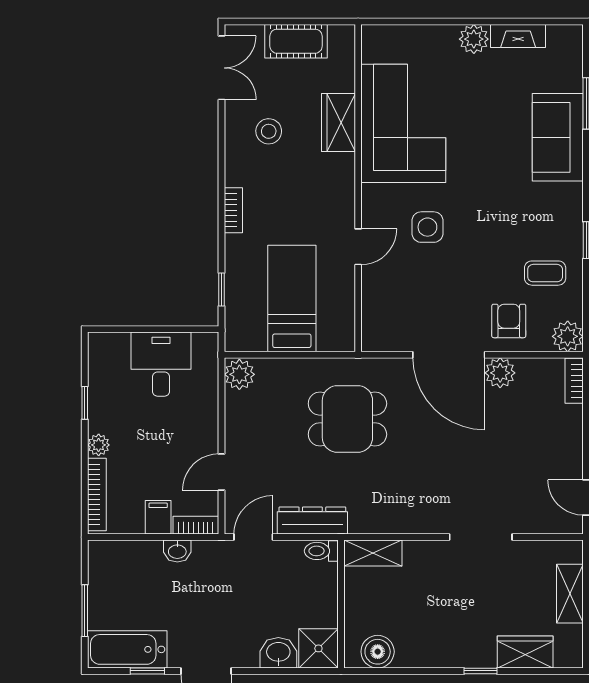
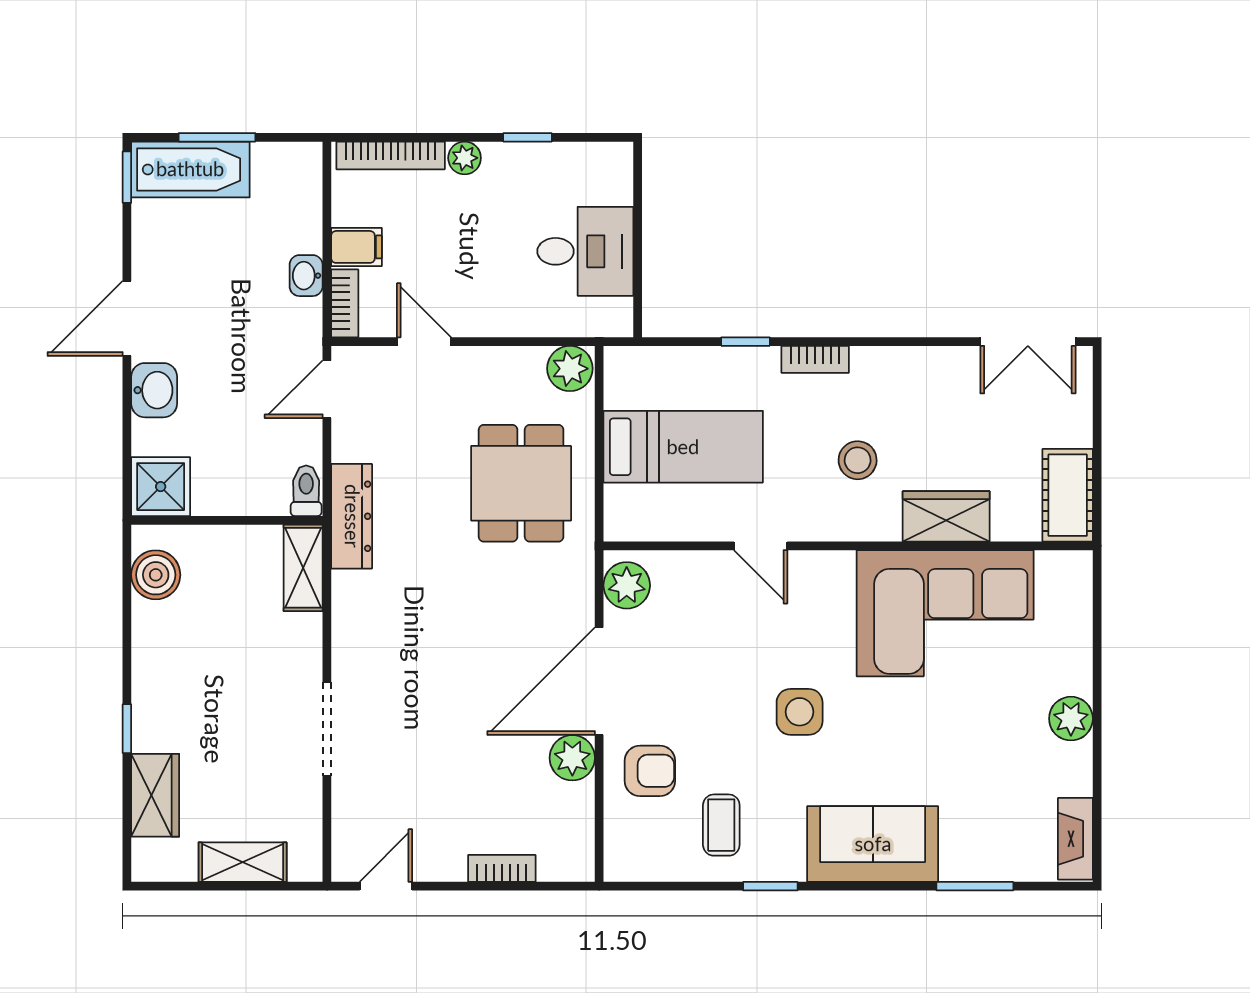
fireplace: (518, 36) -> (1075, 839), moved
cot: (296, 41) -> (1068, 495), moved
stool: (269, 131) -> (858, 460), moved
sofa: (558, 137) -> (873, 844), moved
side table: (427, 227) -> (800, 712), moved
window: (221, 289) -> (746, 342), moved
plant: (568, 336) -> (627, 585), moved
bookcase: (574, 381) -> (502, 868), moved
dining table: (347, 419) -> (521, 483), moved
dresser: (312, 521) -> (352, 516), moved
door: (253, 537) -> (327, 389), swing flipped
bathtub: (127, 649) -> (190, 169), moved, turned 90
washbasin: (278, 653) -> (154, 390), moved
window: (147, 671) -> (127, 177), moved

